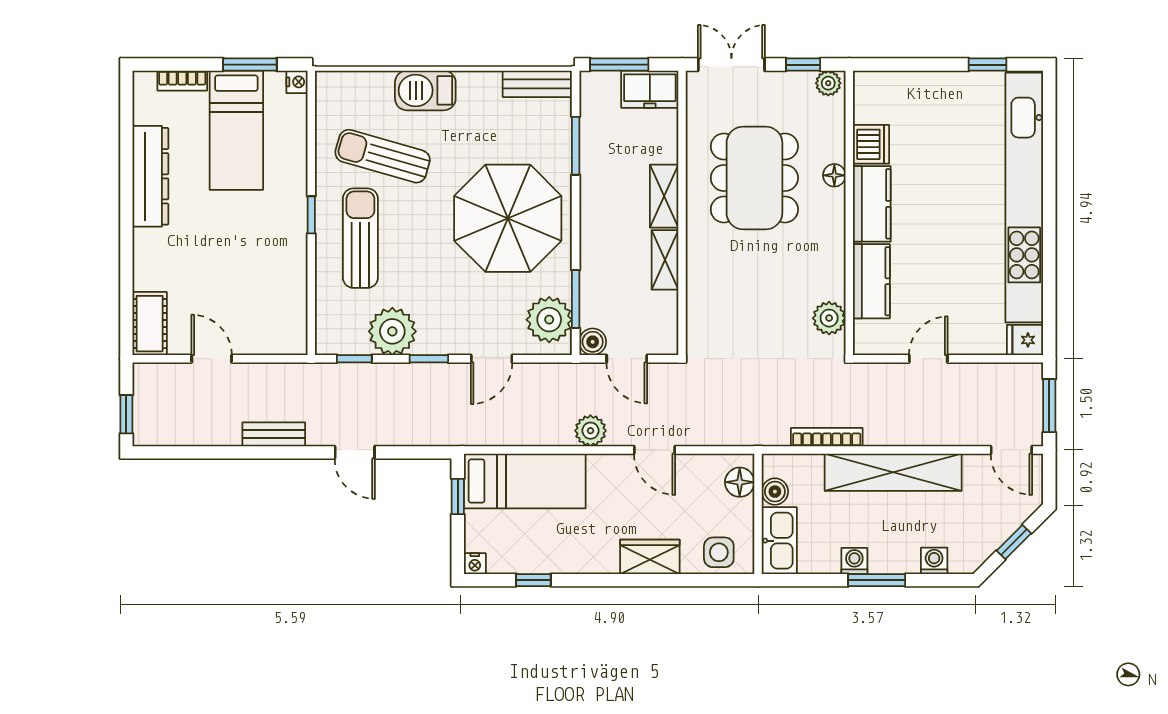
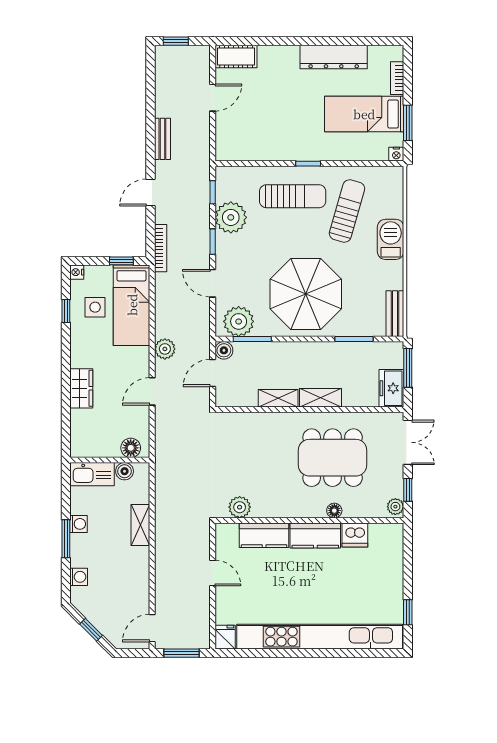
bookcase: (827, 437) -> (161, 248), moved
shelving: (893, 472) -> (140, 525), width x0.45, depth x0.75
side table: (719, 552) -> (95, 307), moved

